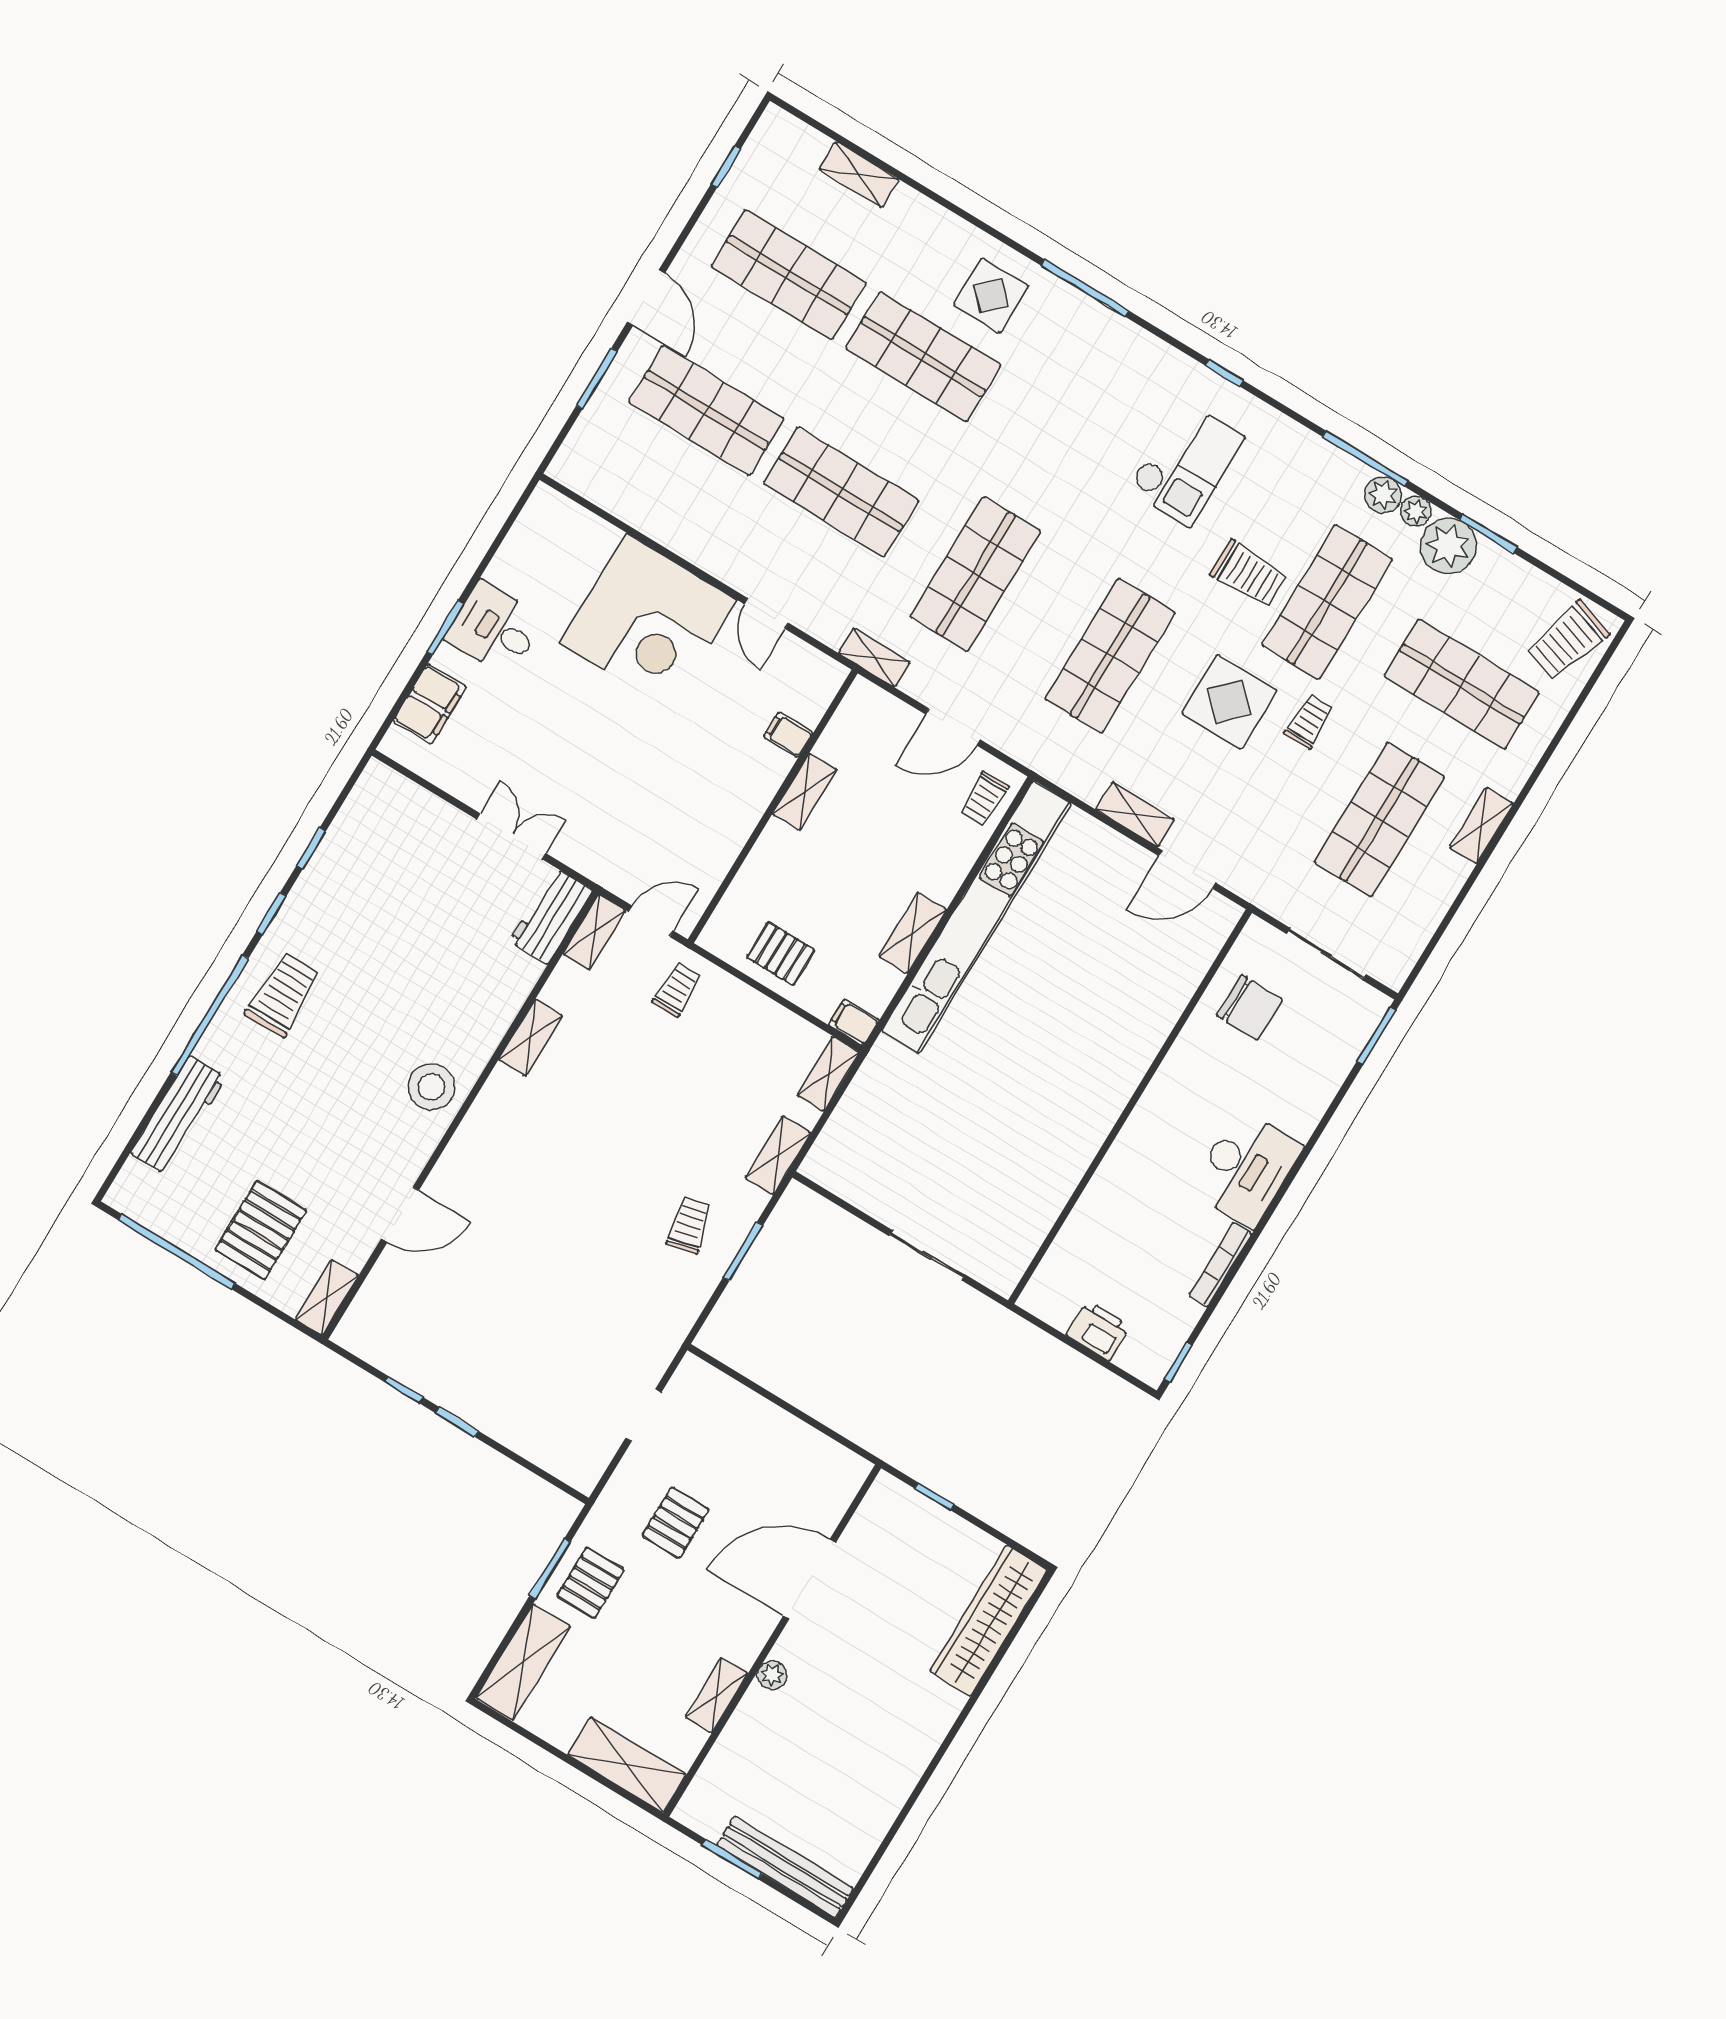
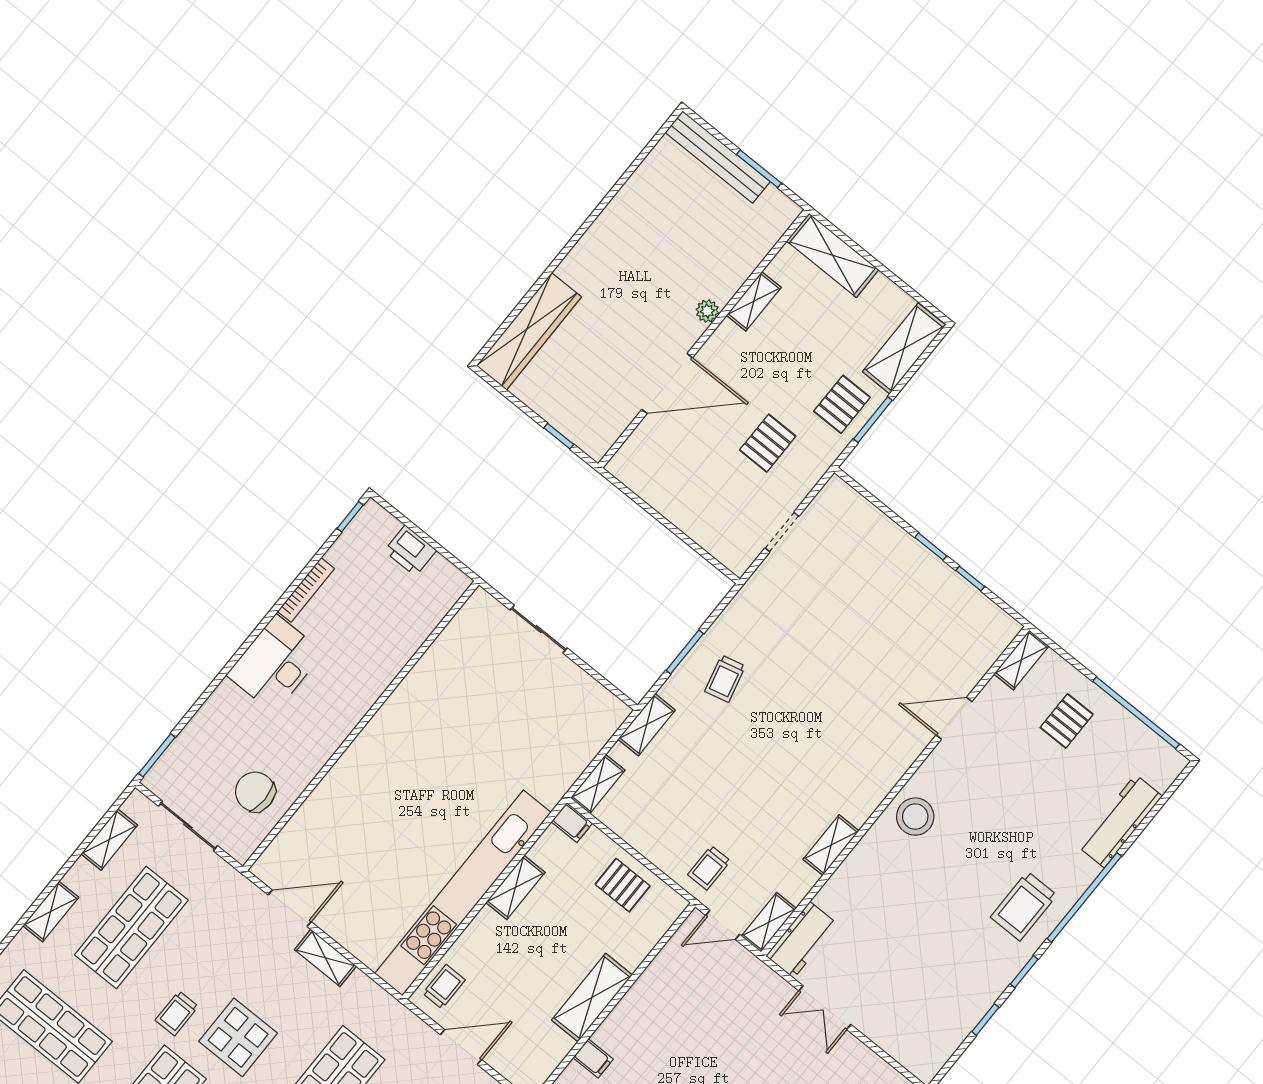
shelving: (805, 792) -> (592, 998), width x1.50, depth x1.33
shelving: (1421, 924) -> (109, 840), added
pallet: (261, 1230) -> (1067, 721), width x0.67, depth x0.71

